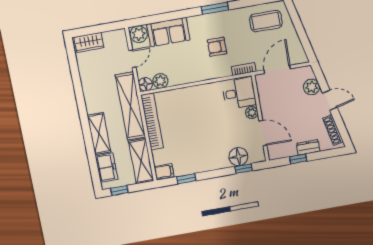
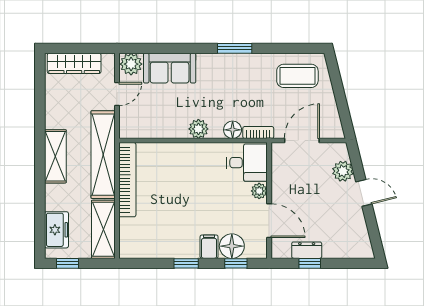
wardrobe: (89, 42) -> (74, 63), width x1.50
armchair: (217, 47) -> (229, 98), removed
plant: (160, 81) -> (198, 129), moved
floor lamp: (145, 84) -> (233, 130), moved
shoe rack: (333, 130) -> (362, 233), removed
shelving: (99, 134) -> (55, 156), moved
dresser: (308, 147) -> (307, 250), moved
filing cabinet: (164, 171) -> (209, 247), moved, turned -90
window: (186, 179) -> (186, 263), moved

